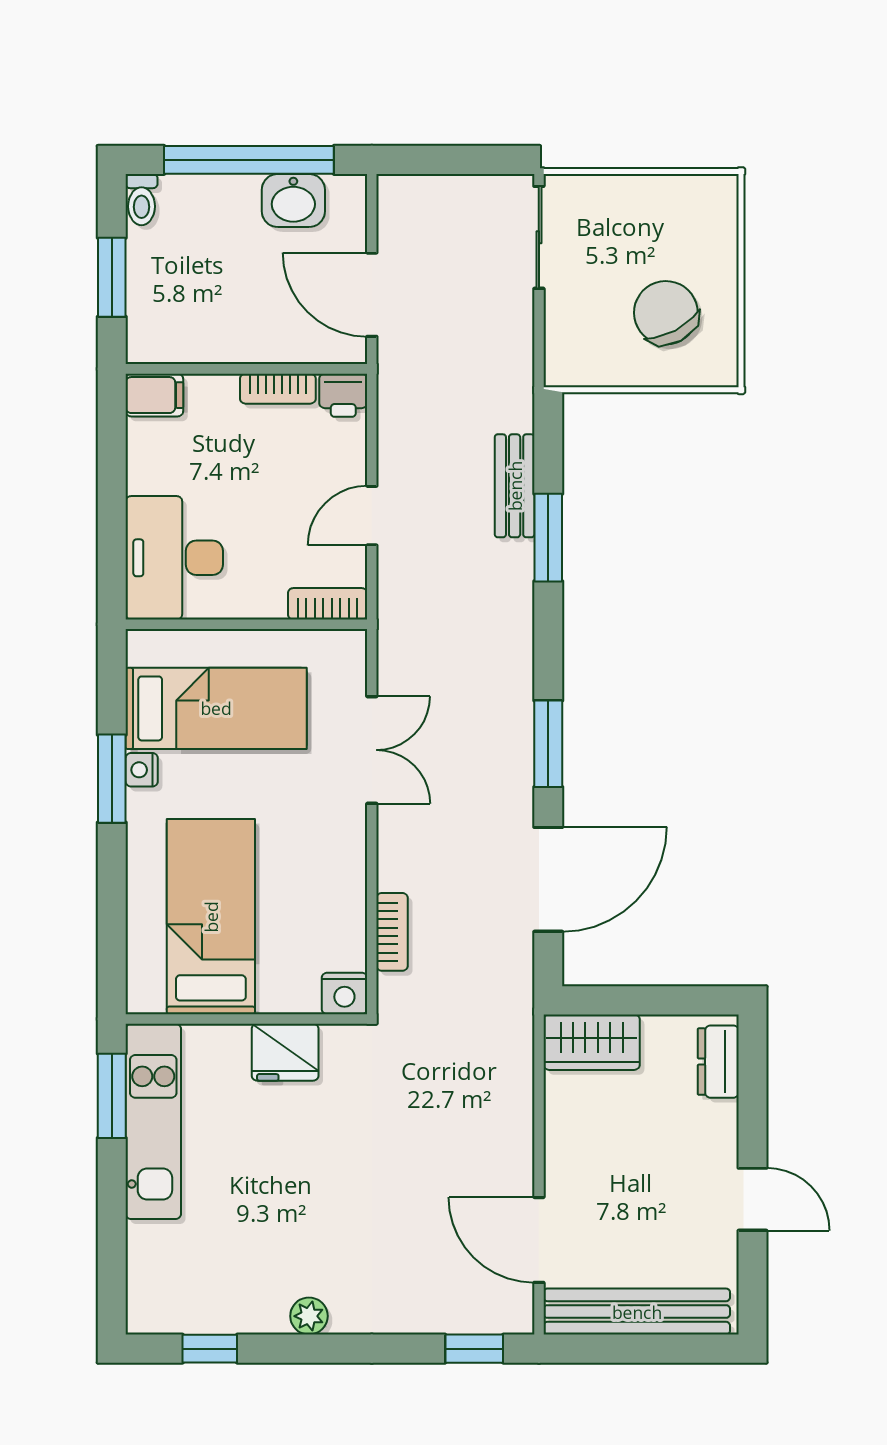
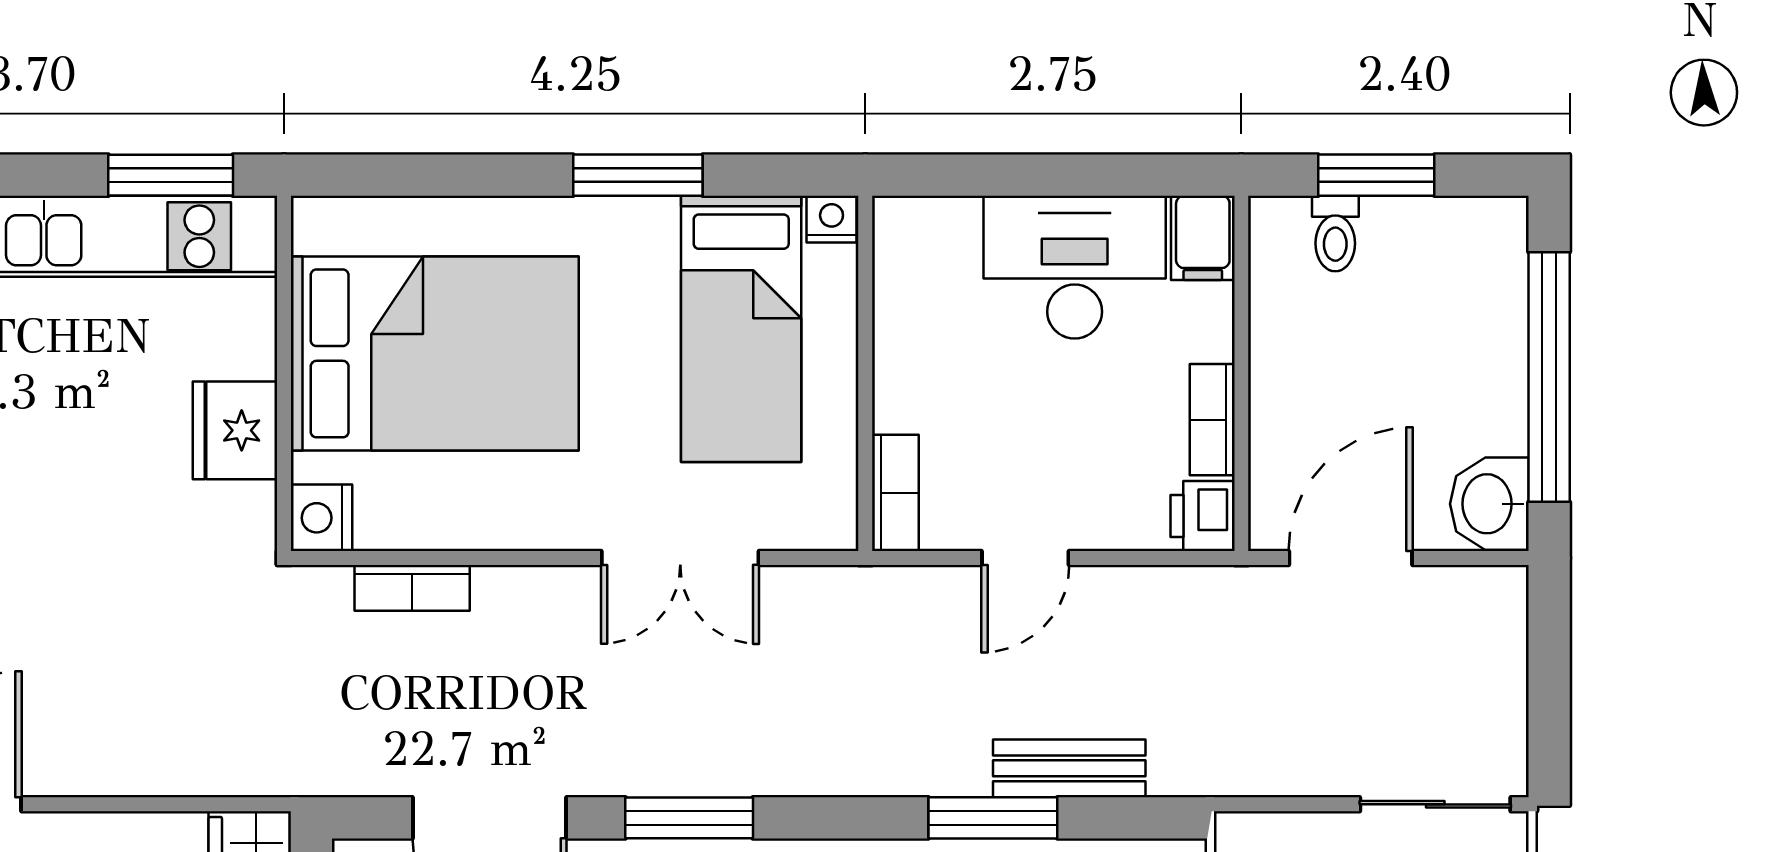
toilet: (142, 200) -> (1335, 234), moved, turned -90
washbasin: (293, 201) -> (1489, 504), moved
door: (372, 516) -> (1025, 558), swing flipped
desk: (174, 558) -> (1075, 267), moved
nightstand: (142, 770) -> (832, 219), moved
bed: (211, 917) -> (435, 353), width x1.50

